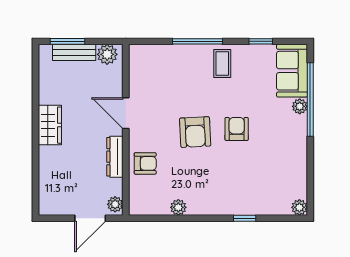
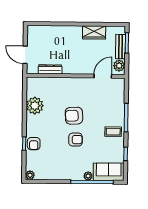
door: (126, 113) -> (103, 76), moved
wardrobe: (50, 125) -> (94, 32), moved
dresser: (115, 157) -> (50, 69), moved
armchair: (145, 163) -> (34, 144), moved
plant: (115, 204) -> (33, 69), removed
plant: (178, 207) -> (35, 106), width x1.87, depth x1.87

